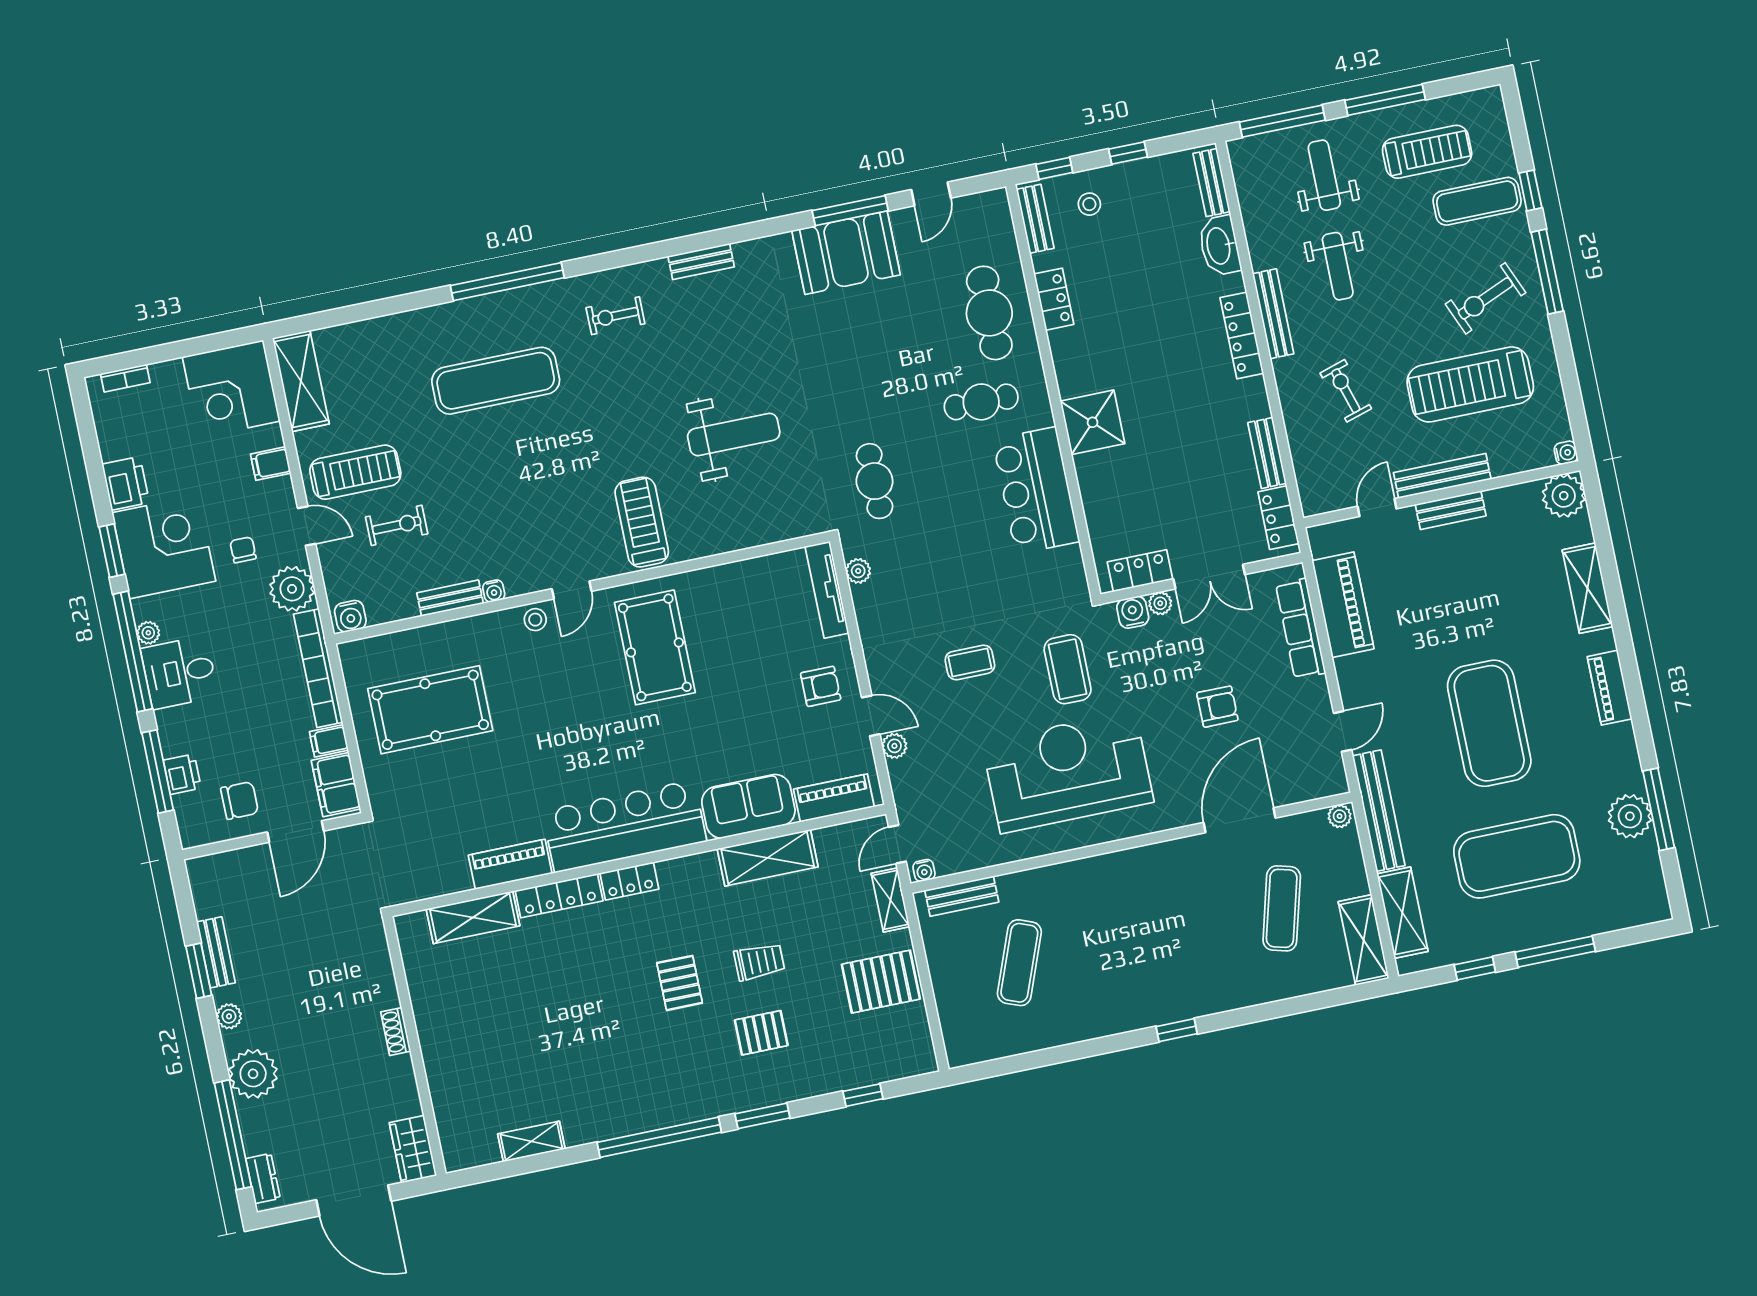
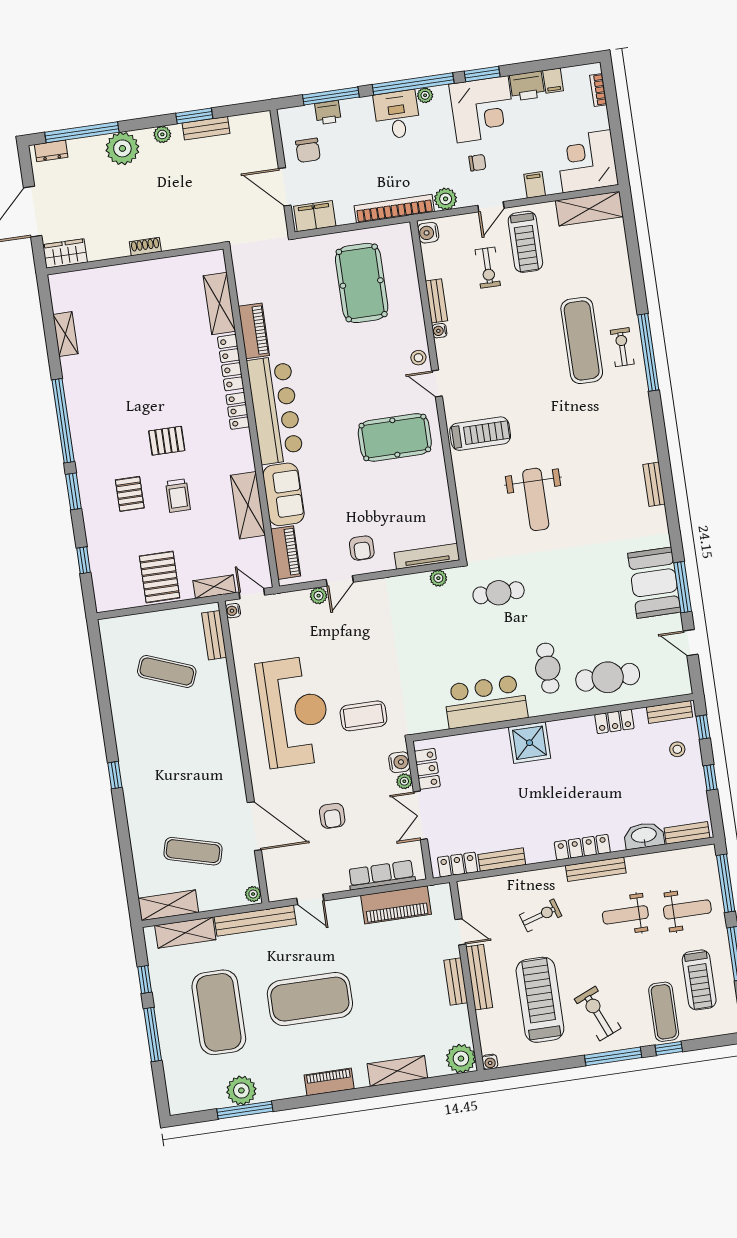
exercise bike: (615, 316) -> (622, 347), moved
plant: (292, 589) -> (446, 199), width x0.73, depth x0.73
coffee table: (970, 662) -> (372, 650), removed
filing cabinet: (329, 741) -> (553, 81), moved, turned 180

